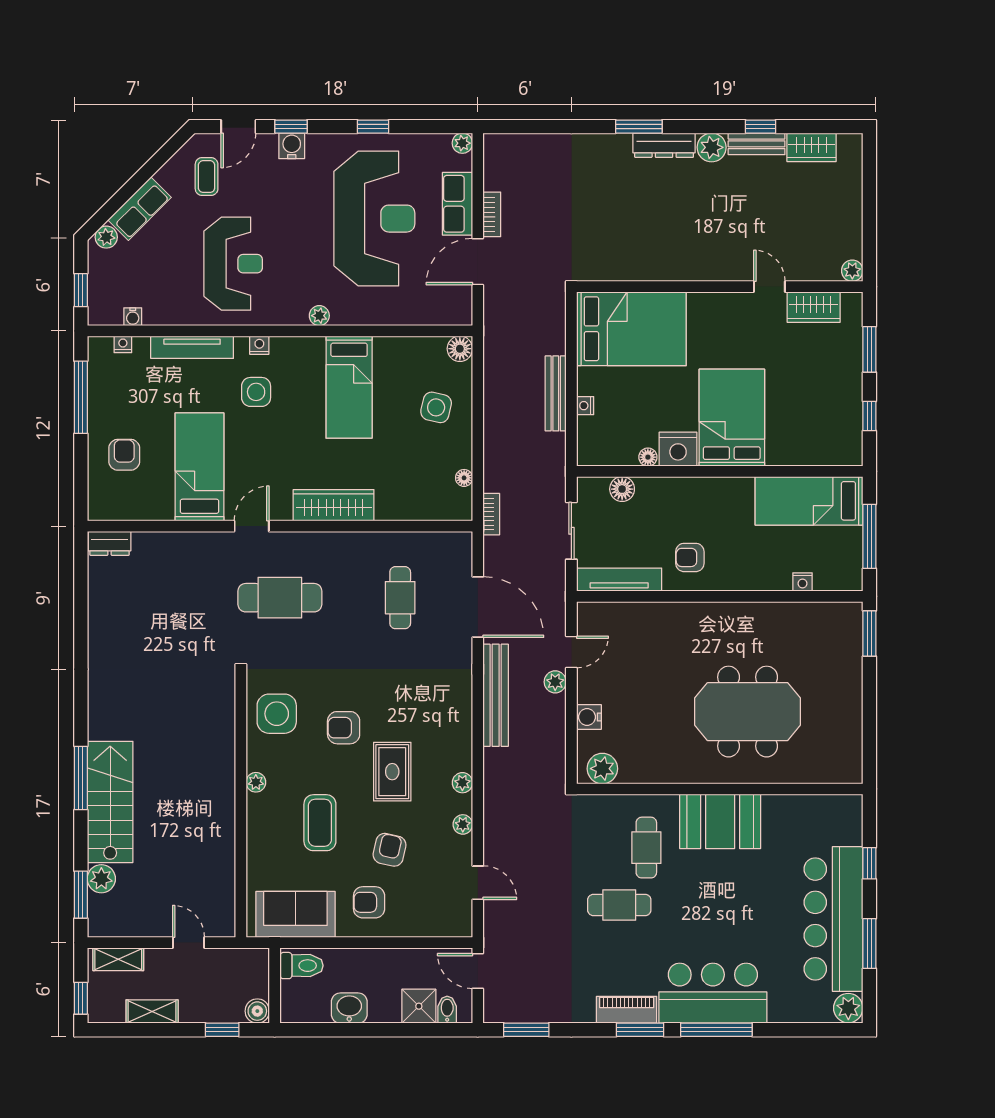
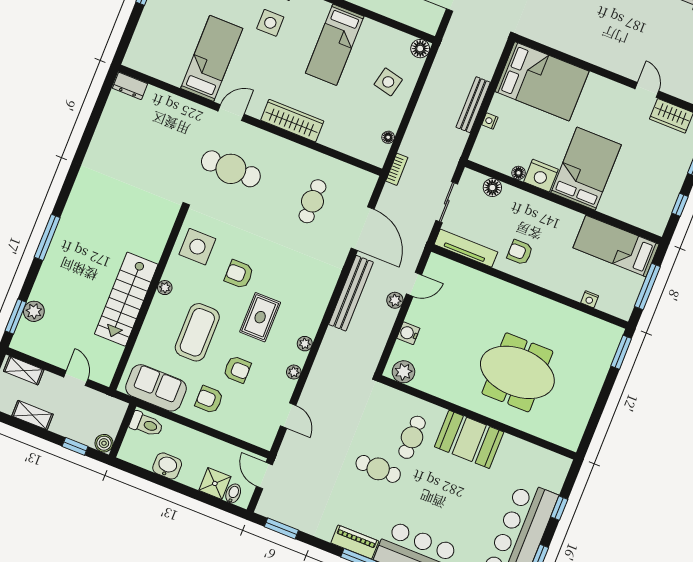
armchair: (124, 455) -> (164, 30), removed
stairs: (110, 802) -> (126, 299), moved, turned 180
coffee table: (320, 823) -> (197, 332), width x1.36, depth x1.32
armchair: (389, 850) -> (237, 369), turned 77

